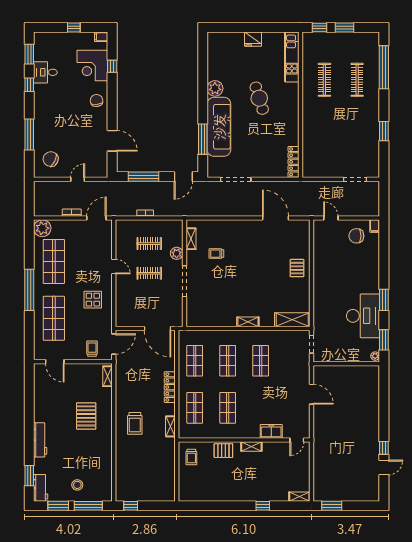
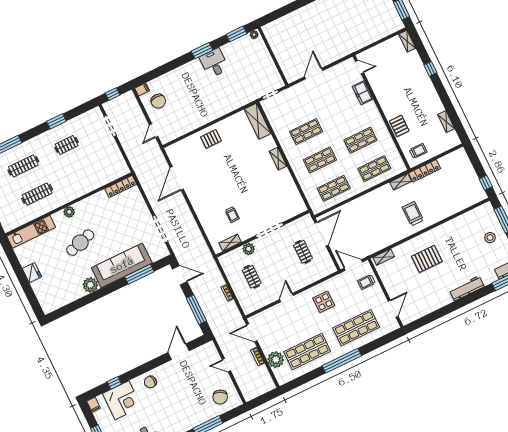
plant: (293, 102) -> (69, 212), added
clothes rail: (357, 130) -> (67, 145), added
window: (384, 196) -> (113, 94), added
plant: (42, 228) -> (276, 360), moved
clothes rail: (149, 273) -> (303, 252), moved
desk: (363, 316) -> (214, 63), width x0.53, depth x0.77
locker: (170, 387) -> (424, 171), moved
trolley: (135, 423) -> (413, 214), turned -90
shelving: (251, 446) -> (446, 122), moved

